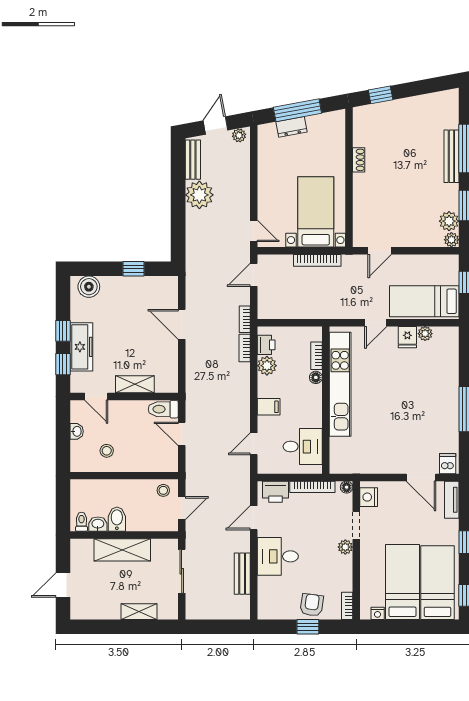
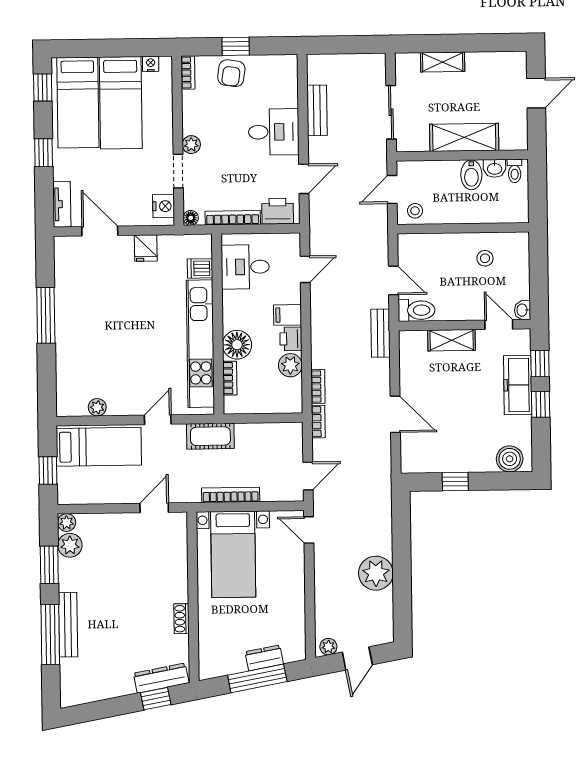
dresser: (376, 112) -> (161, 678), added
bench: (193, 160) -> (381, 333), moved
cot: (333, 309) -> (210, 436), added
fridge: (407, 337) -> (146, 248), moved, turned 180
printer: (266, 345) -> (291, 339), moved
floor lamp: (316, 377) -> (237, 345), width x1.89, depth x1.89
washbasin: (77, 431) -> (522, 310), moved
dishwasher: (448, 464) -> (200, 268), moved, turned 90

